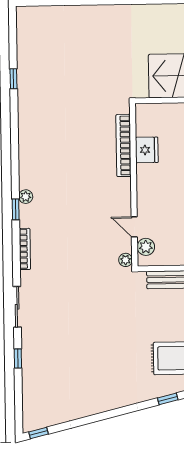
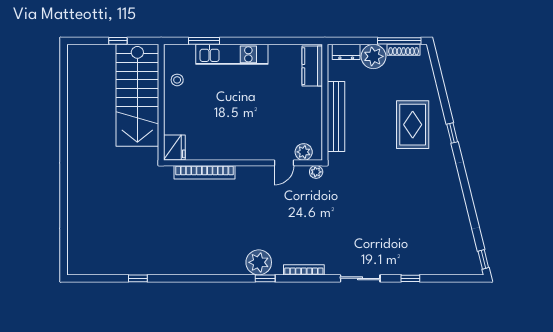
fridge: (147, 150) -> (174, 147), moved, turned 90
plant: (26, 197) -> (259, 262), width x1.87, depth x1.87

